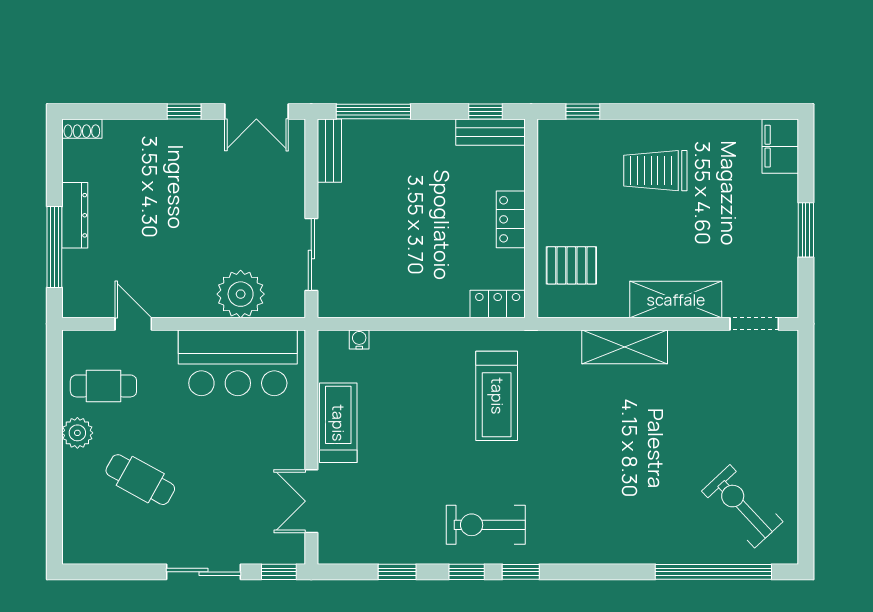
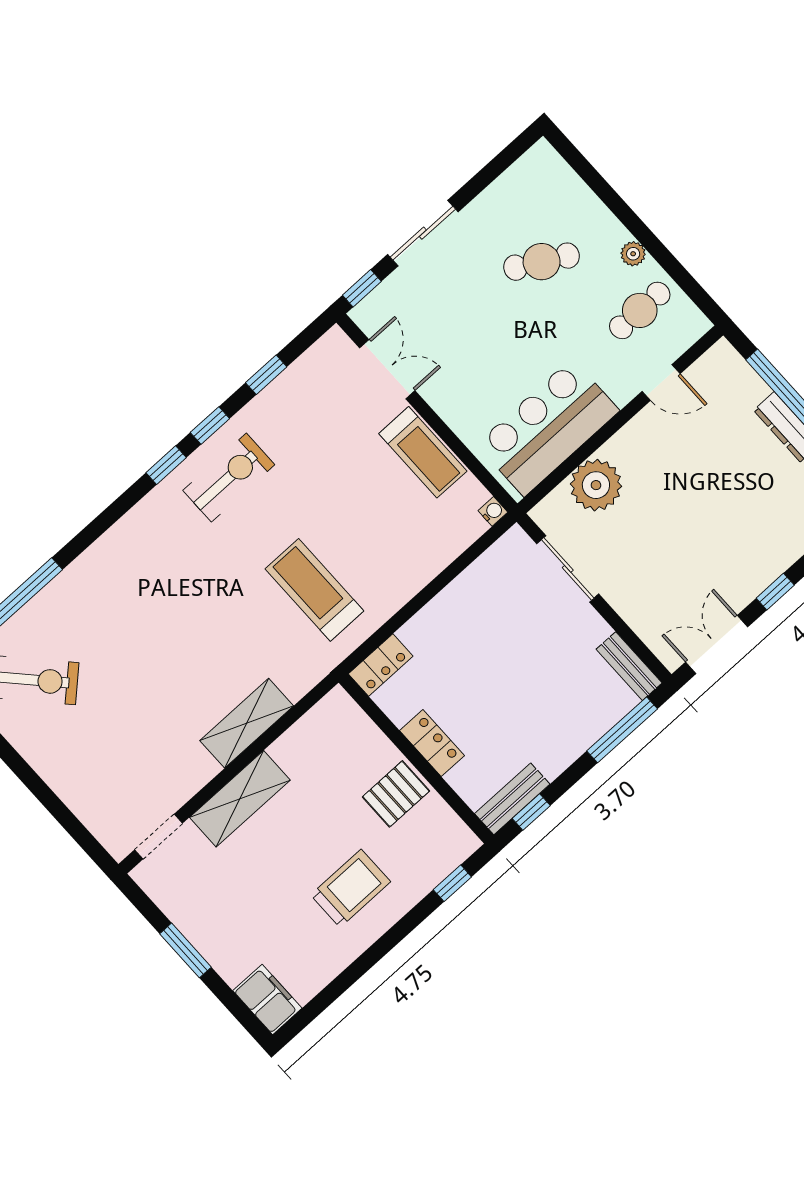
pallet: (571, 265) -> (396, 794), moved
water cooler: (359, 339) -> (493, 511), moved, turned -90
plant: (77, 433) -> (633, 254), width x0.73, depth x0.73

